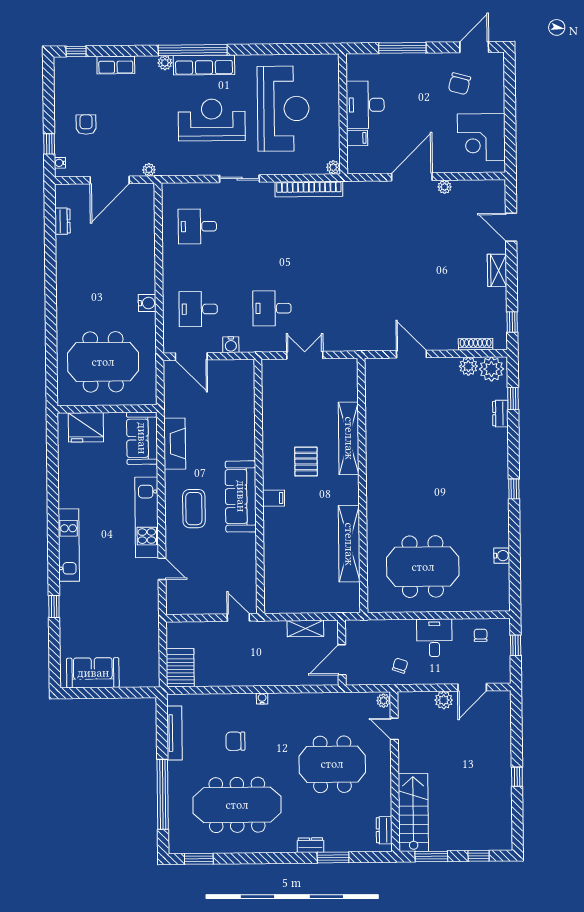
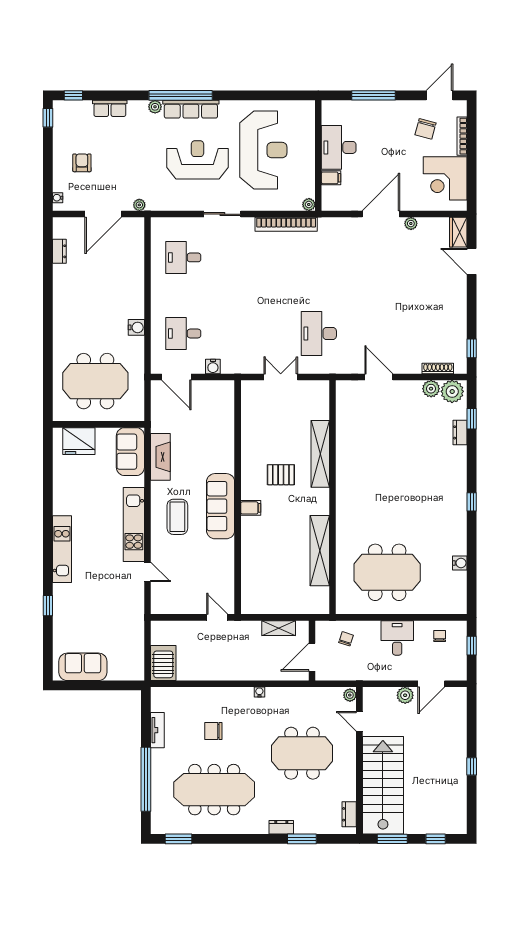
bookcase: (499, 91) -> (462, 136), added
window: (49, 144) -> (48, 118), moved
wardrobe: (497, 270) -> (458, 232), moved
desk: (272, 308) -> (319, 333), moved, width x1.37
pallet: (306, 462) -> (281, 475), turned 90
chair: (400, 666) -> (346, 639), moved
water cooler: (262, 699) -> (259, 692), moved
tv unit: (174, 733) -> (157, 730), width x0.71
stairs: (413, 812) -> (383, 785), width x1.36, depth x1.51

